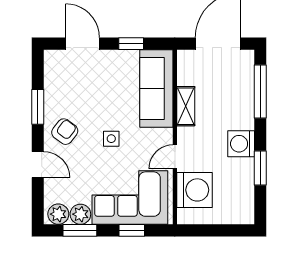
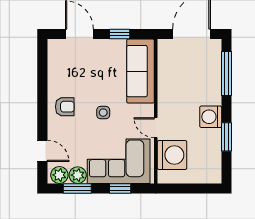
shelving: (186, 106) -> (165, 86), removed
window: (38, 107) -> (42, 86), removed
armchair: (65, 132) -> (65, 107), turned 53
door: (175, 157) -> (156, 128), hinge flipped
door: (38, 165) -> (42, 151), moved

